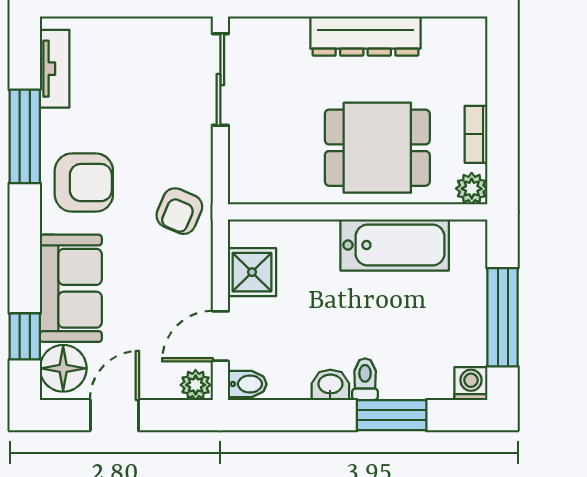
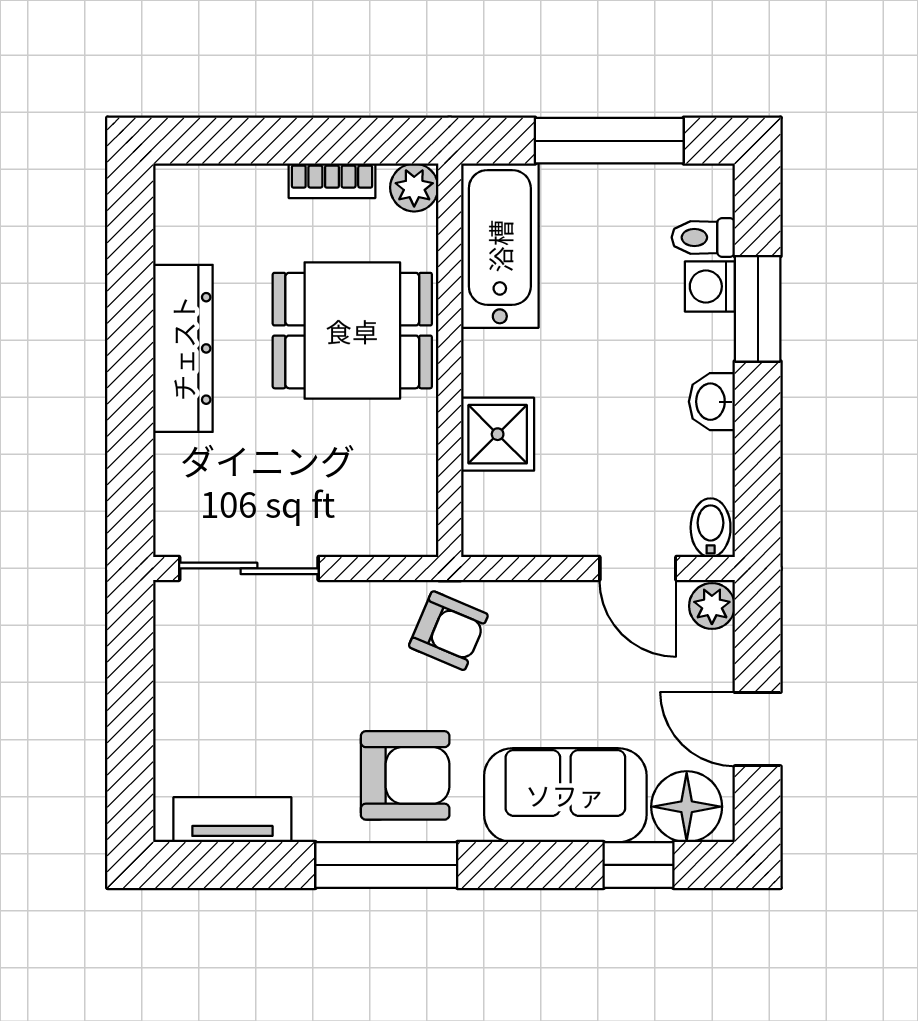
window: (25, 136) -> (386, 865), moved
dining table: (377, 148) -> (352, 331), turned 90
armchair: (84, 183) -> (405, 775), turned 90
bathtub: (395, 245) -> (500, 246), moved
shower: (252, 272) -> (498, 434), moved
toilet: (365, 379) -> (703, 237), moved
washing machine: (471, 384) -> (710, 286), moved

